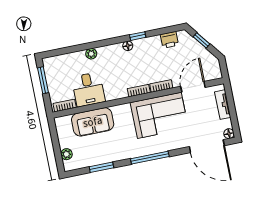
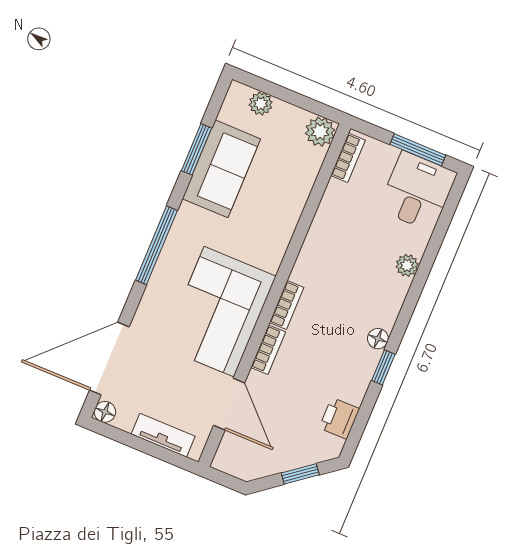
desk: (88, 89) -> (417, 191), moved, turned 90
sofa: (93, 122) -> (221, 169), moved, turned 180
plant: (62, 123) -> (320, 132), added

